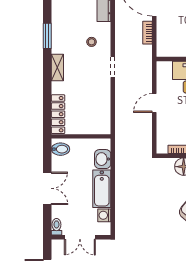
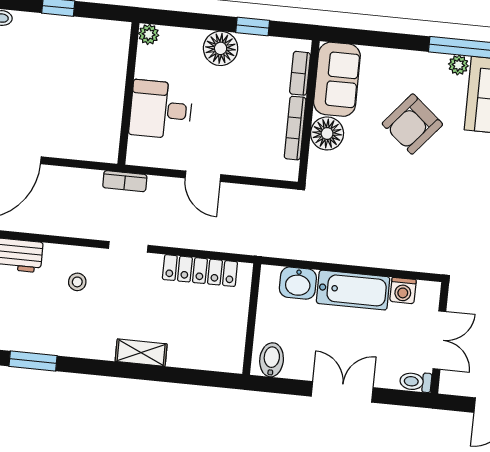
bookcase: (148, 33) -> (125, 181), moved
window: (47, 36) -> (33, 361), moved
shelving: (57, 67) -> (141, 353), moved
locker: (58, 114) -> (200, 271), moved, turned 180

